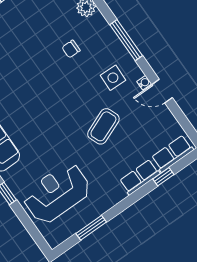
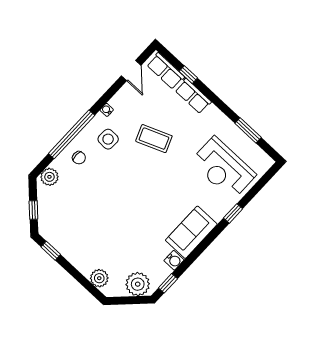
window: (126, 40) -> (72, 134), width x1.46
chair: (71, 49) -> (79, 158), moved
door: (162, 91) -> (131, 71), moved

